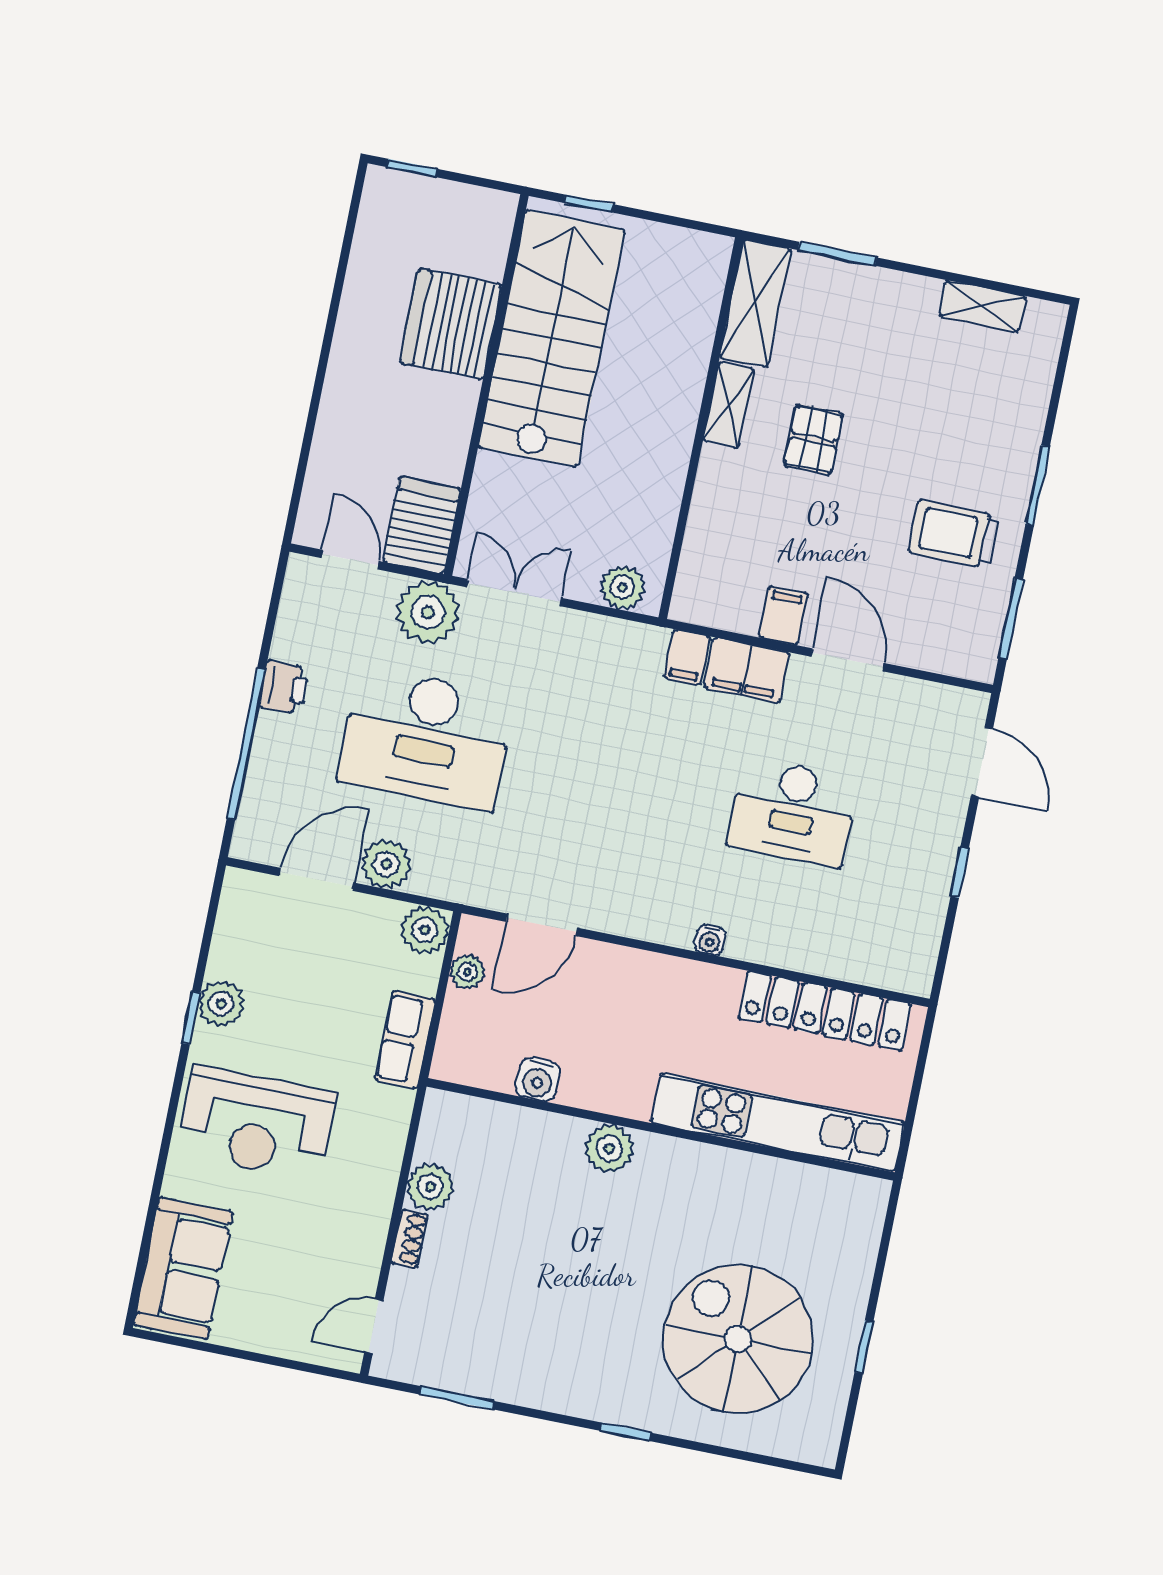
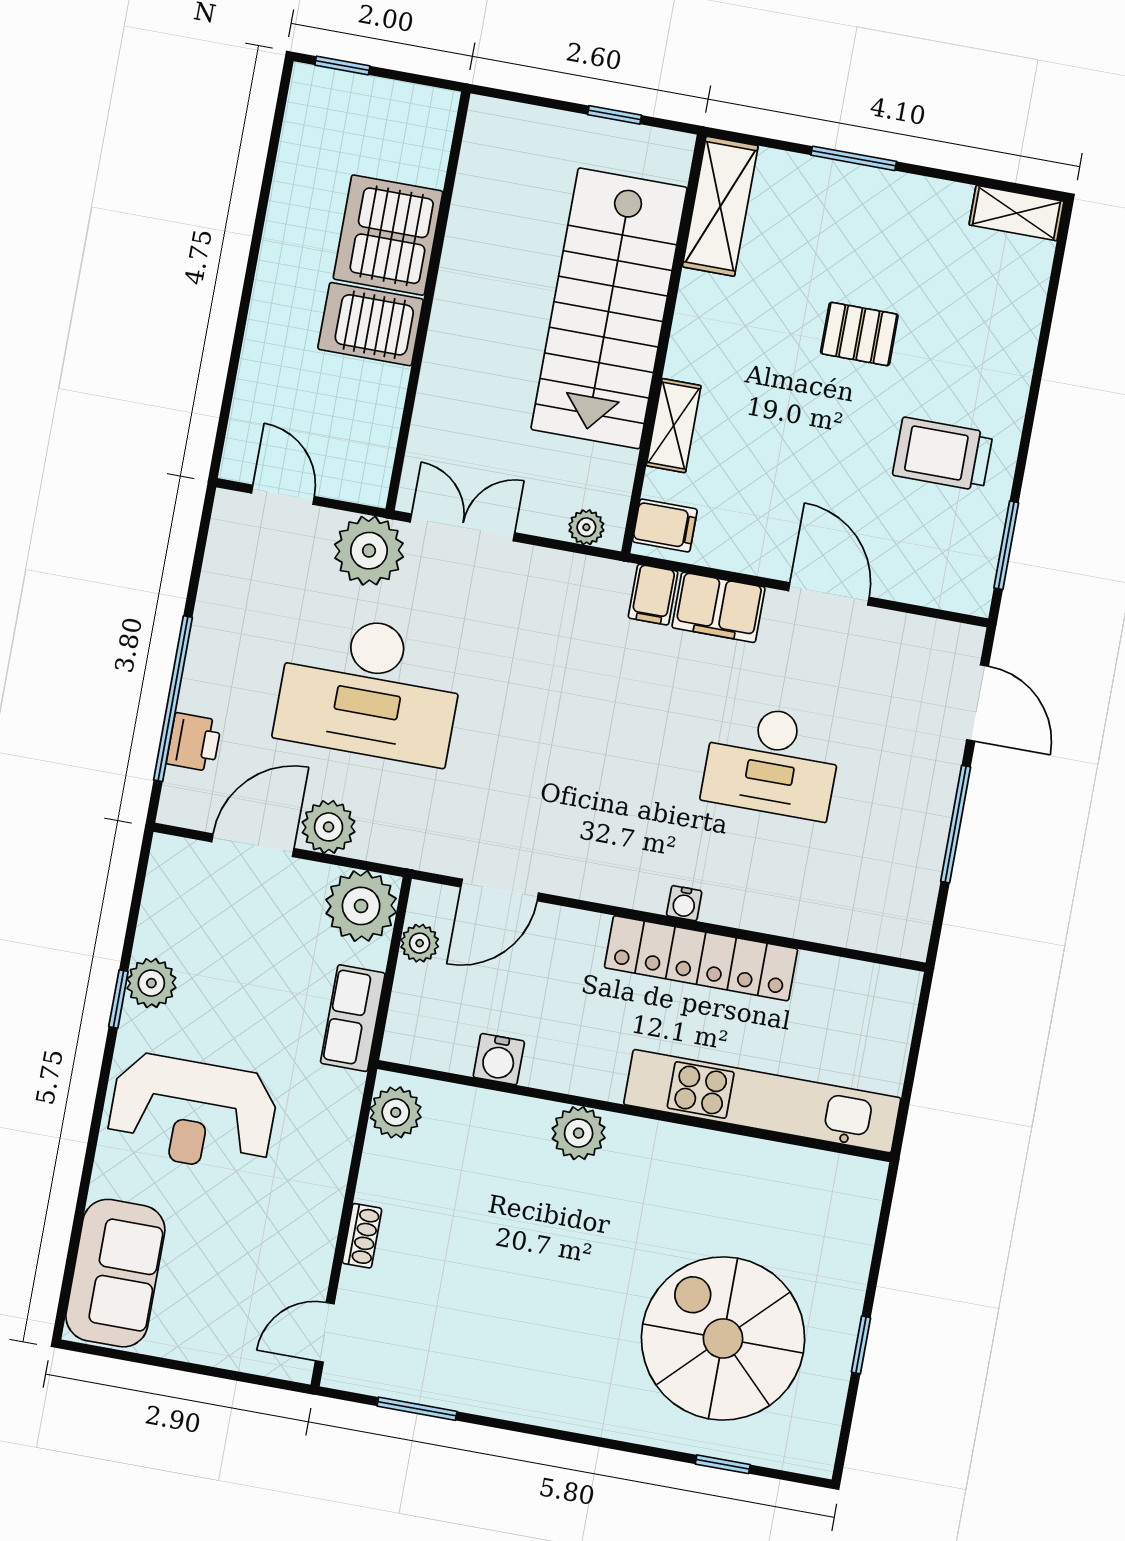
window: (588, 204) -> (614, 115), moved
window: (837, 254) -> (854, 158), moved
shelving: (982, 306) -> (1017, 213), moved
stairs: (552, 338) -> (609, 308), moved, turned 180
shelving: (729, 405) -> (674, 426), moved
pallet: (814, 440) -> (859, 334), moved, turned 90
window: (1038, 485) -> (1033, 399), removed
server rack: (422, 525) -> (371, 324), moved, turned -90
plant: (622, 587) -> (586, 527), width x0.73, depth x0.73
filing cabinet: (784, 615) -> (665, 526), moved, turned 90
printer: (284, 687) -> (194, 742), moved
window: (960, 873) -> (956, 824), width x2.17
plant: (425, 930) -> (361, 906), width x1.36, depth x1.36
locker: (825, 1011) -> (701, 958), moved
plant: (430, 1187) -> (396, 1112), moved
window: (625, 1432) -> (723, 1464), moved

